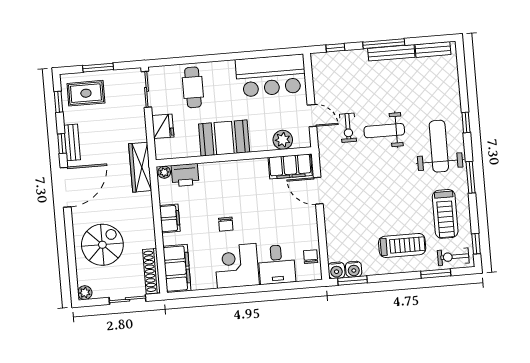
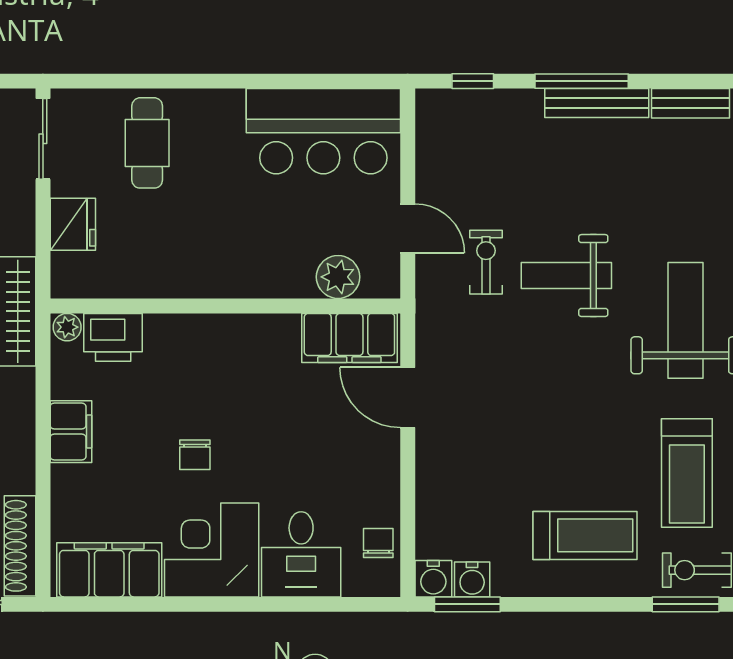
exercise bike: (348, 128) -> (486, 262), turned 180
booth: (224, 138) -> (207, 262), removed
filing cabinet: (177, 268) -> (109, 570), moved, turned -90
window: (436, 274) -> (686, 604), moved

